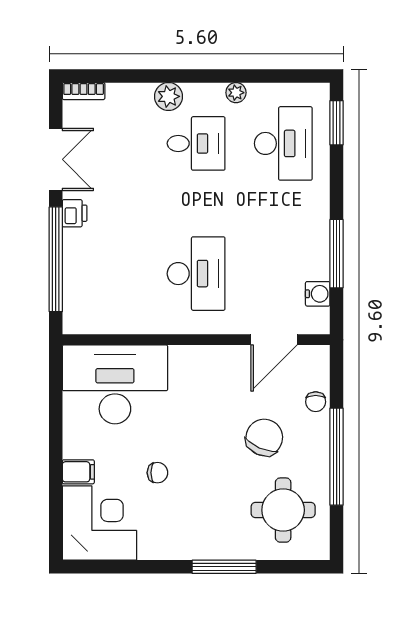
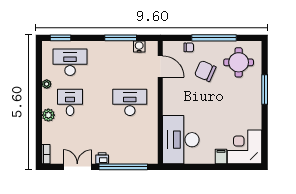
chair: (157, 473) -> (221, 120), removed

